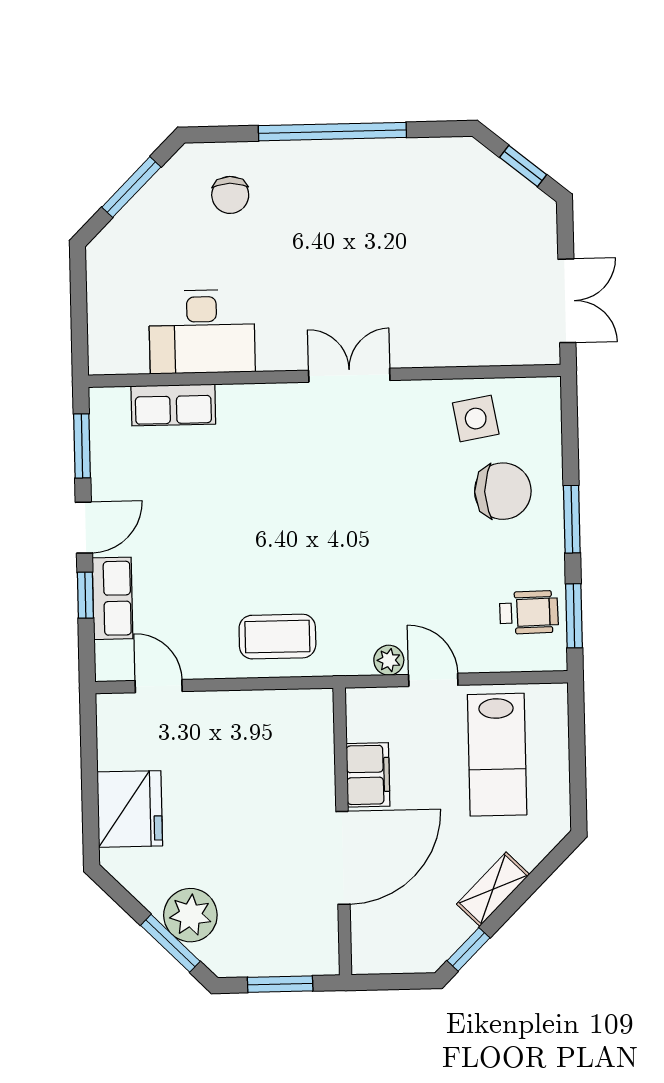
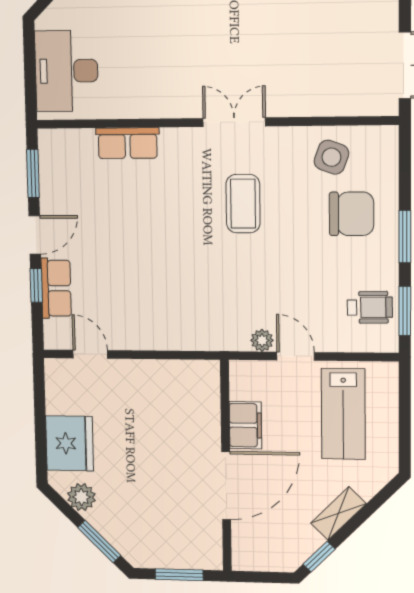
desk: (202, 332) -> (66, 71), moved, turned 90
row of seats: (173, 405) -> (128, 143), moved
side table: (476, 419) -> (331, 157), turned 30
coffee table: (277, 637) -> (243, 204), moved, turned 90
plant: (190, 915) -> (81, 497), moved, width x0.73, depth x0.73

